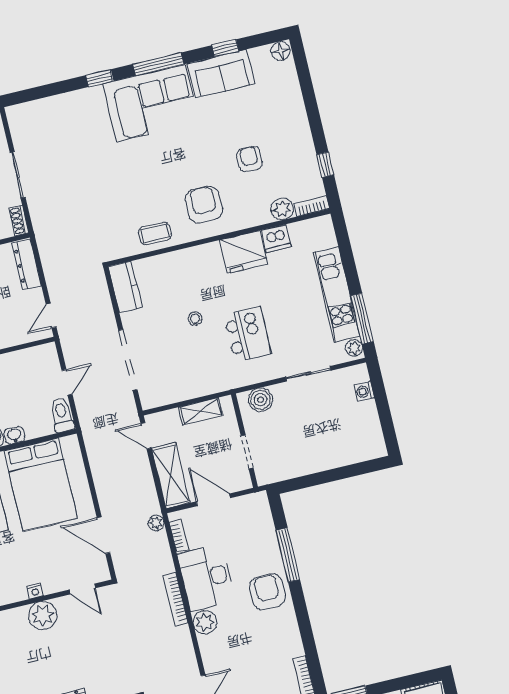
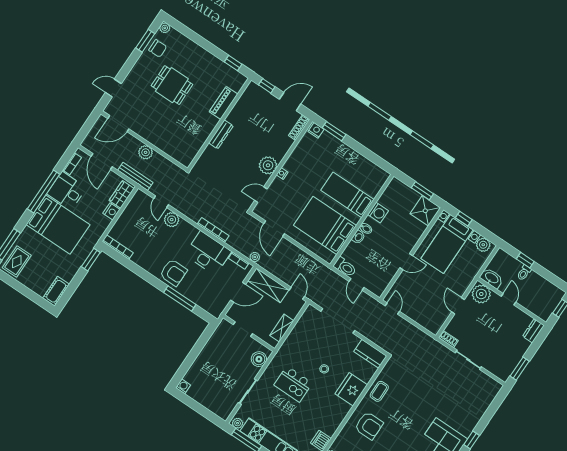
fridge: (244, 252) -> (351, 389), moved
dresser: (27, 264) -> (426, 322), removed
washing machine: (364, 391) -> (183, 386), moved
door: (146, 436) -> (297, 293), hinge flipped
door: (103, 535) -> (274, 229), swing flipped
plant: (205, 622) -> (172, 220), moved

